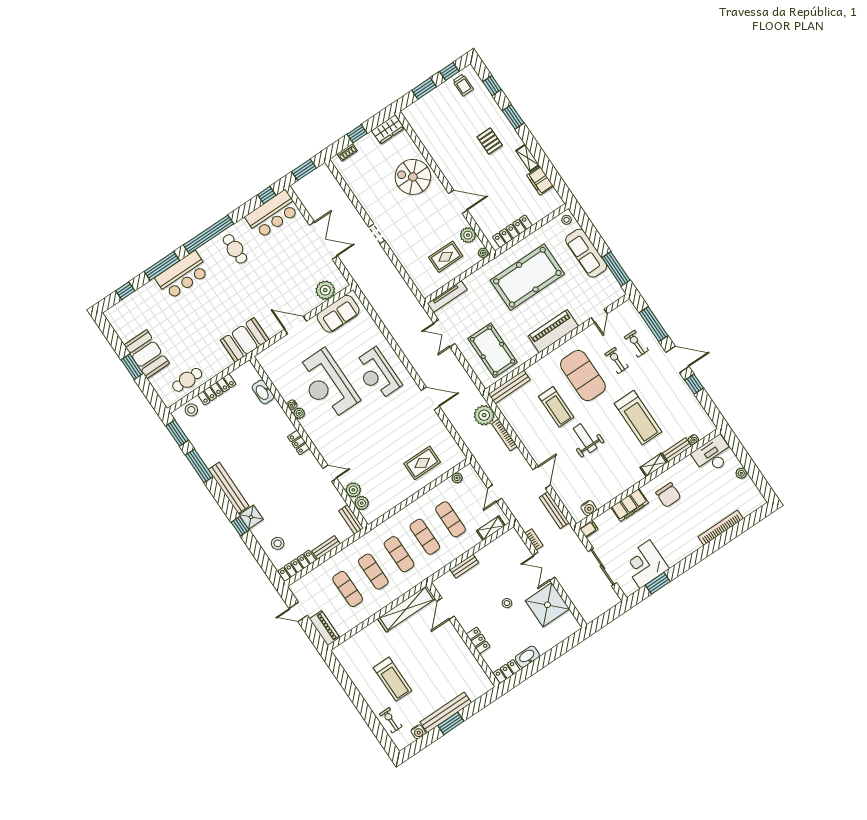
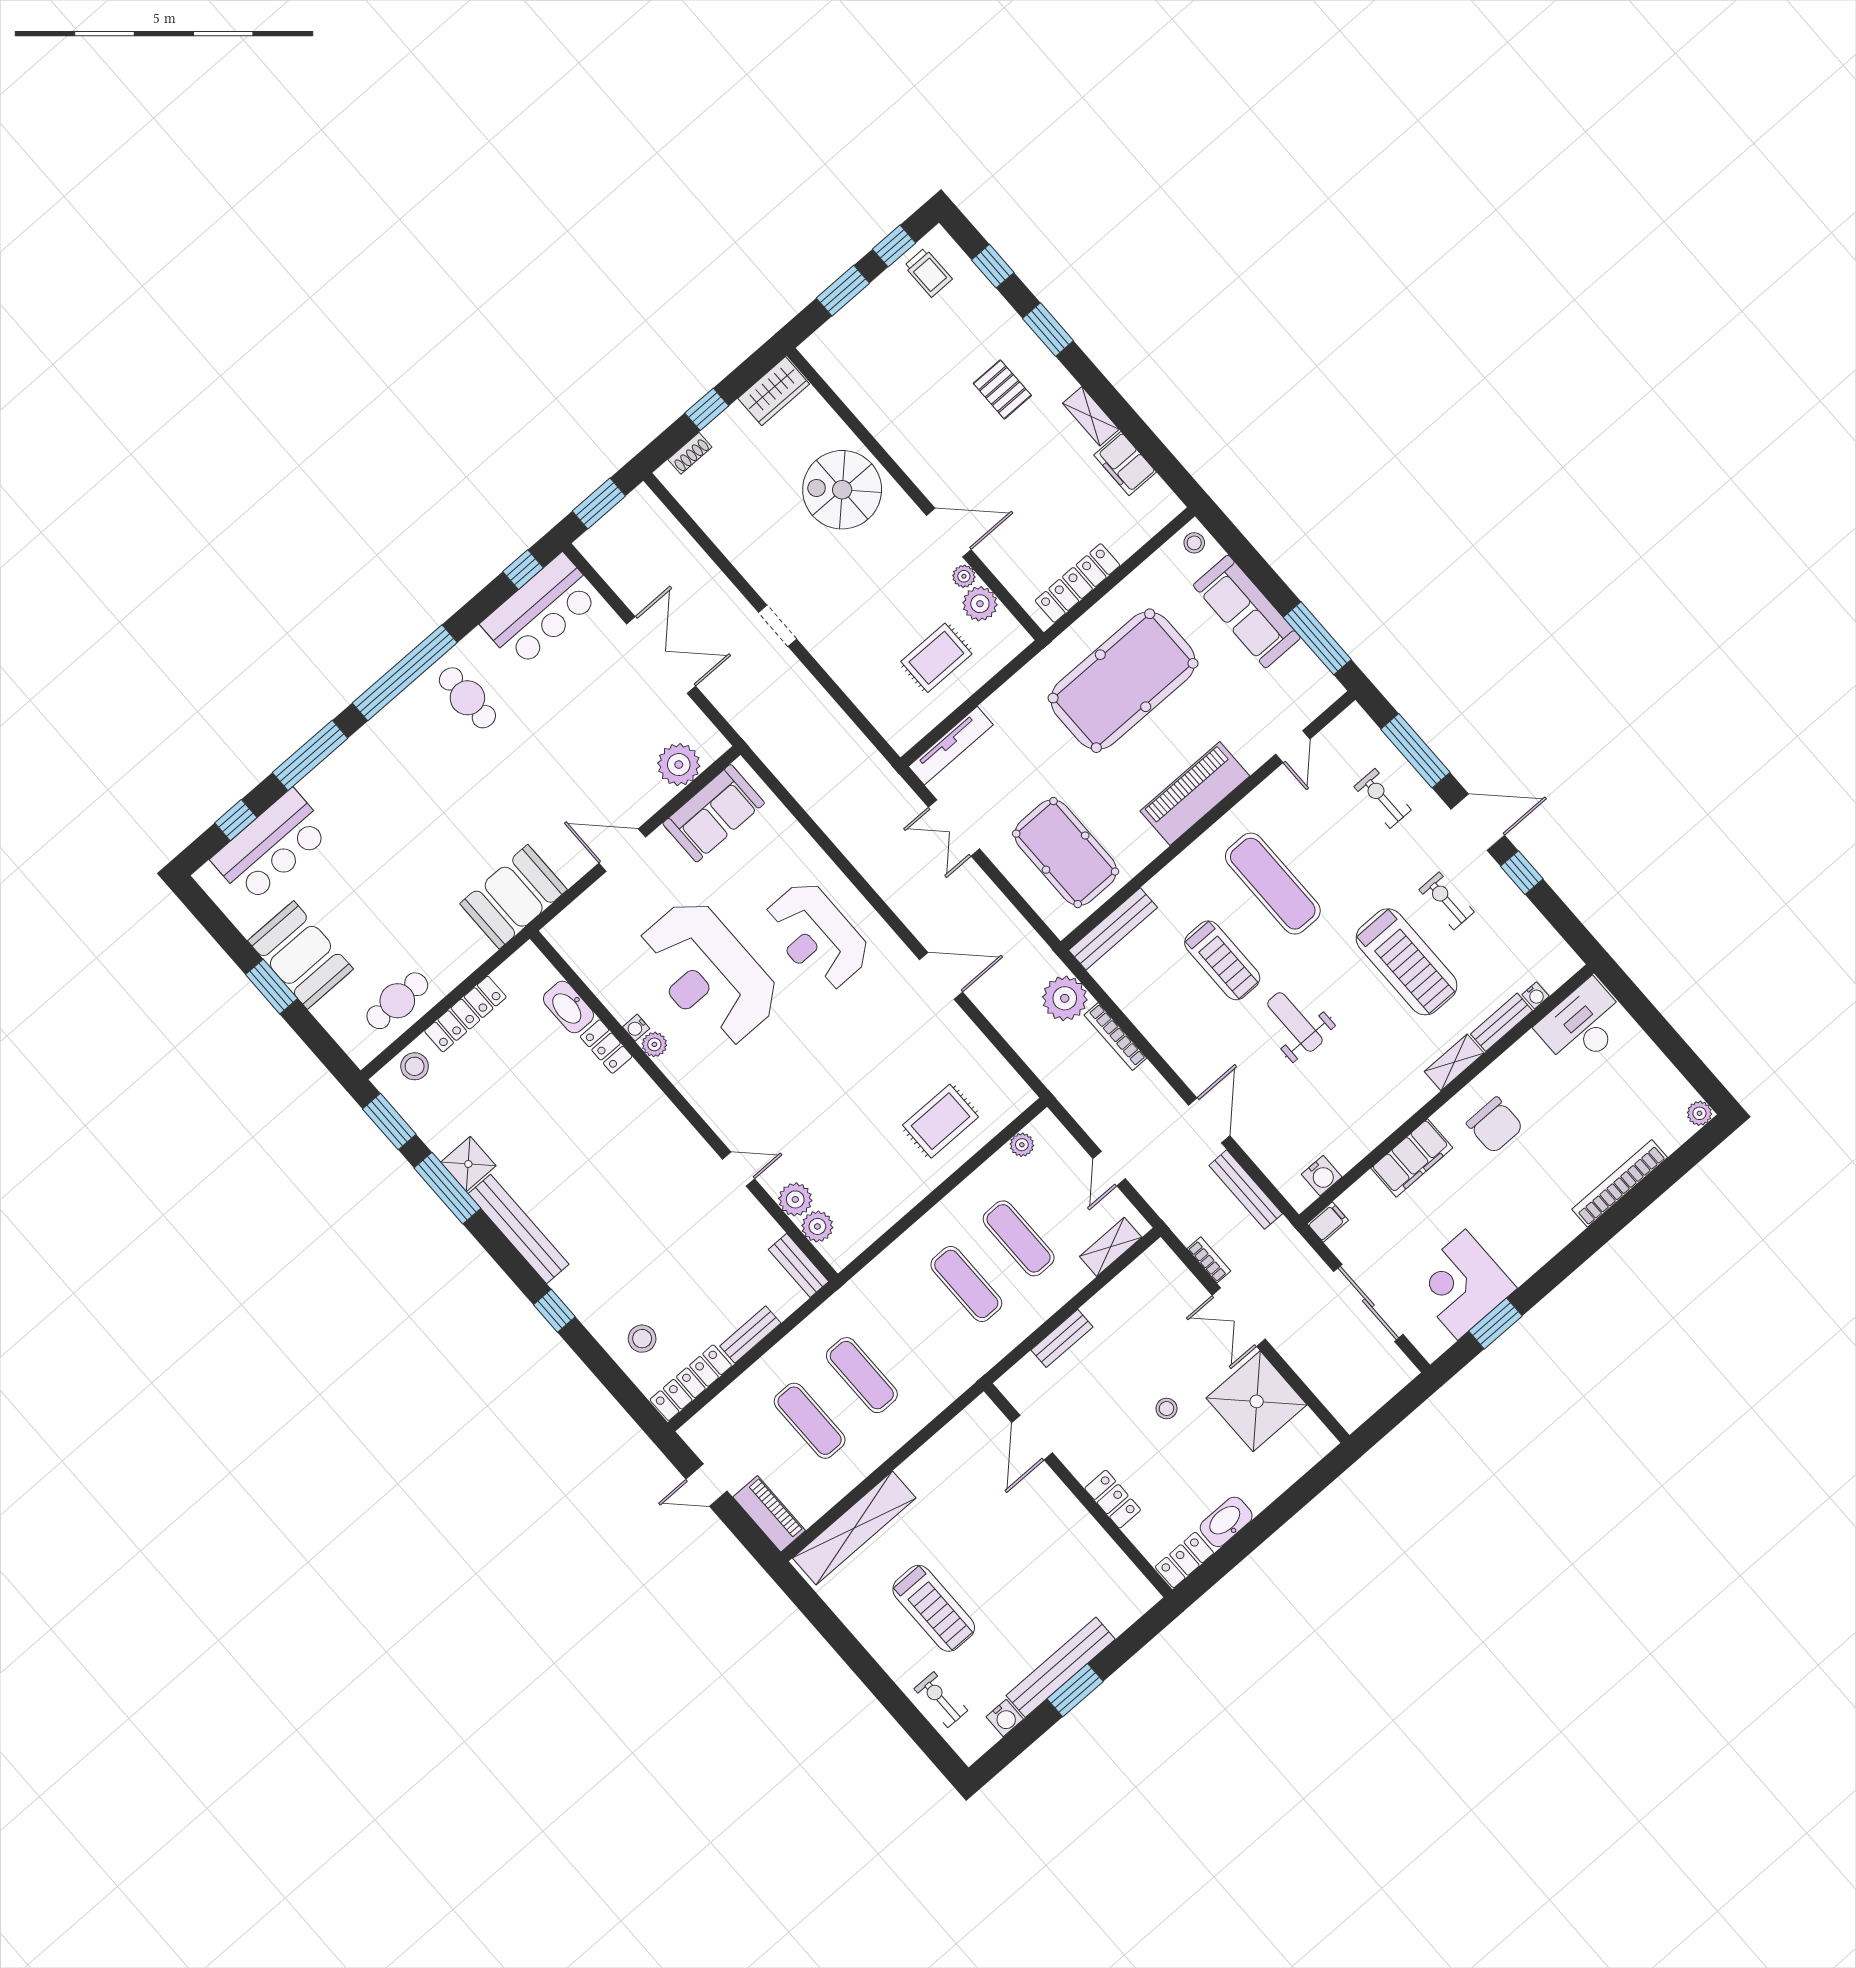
plant: (483, 253) -> (964, 576), moved
bar counter: (182, 275) -> (271, 846), moved
exercise bike: (617, 360) -> (1446, 901), moved
exercise mat: (583, 375) -> (1273, 884), width x0.68
locker: (298, 442) -> (606, 1047), moved
plant: (741, 473) -> (1699, 1113), moved
shower: (251, 517) -> (468, 1164), moved
exercise mat: (399, 554) -> (914, 1330), removed
shelving: (407, 609) -> (854, 1528), moved

